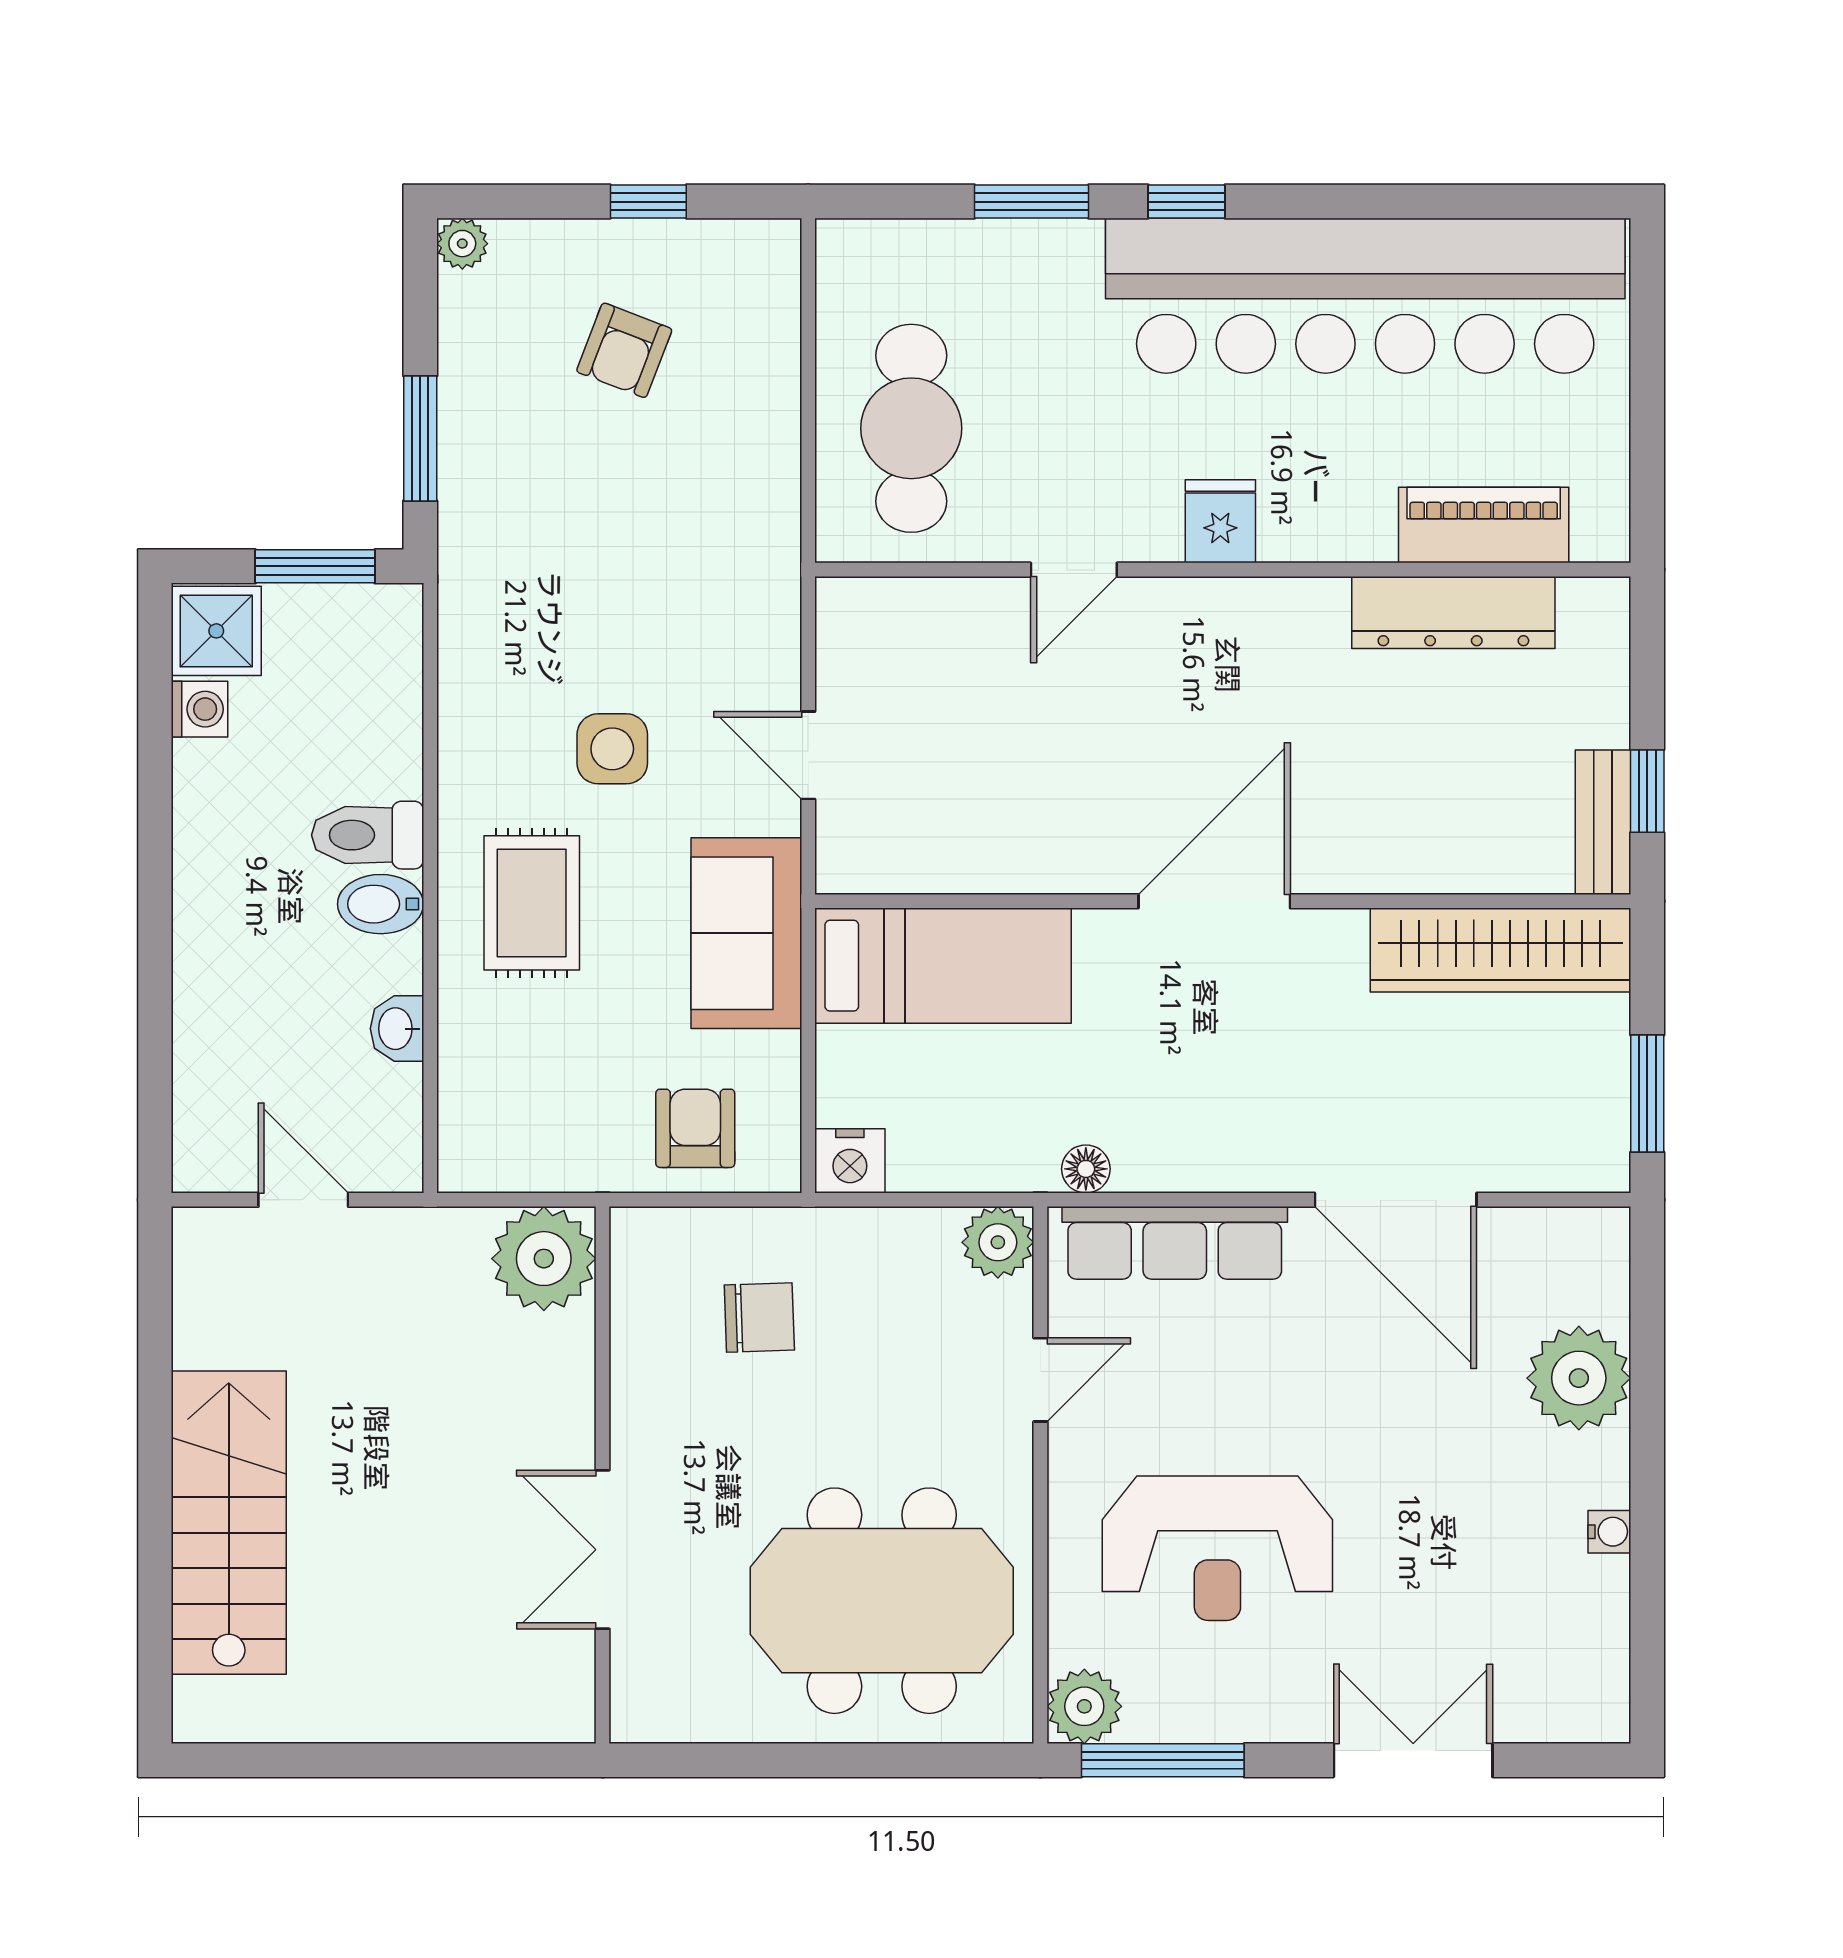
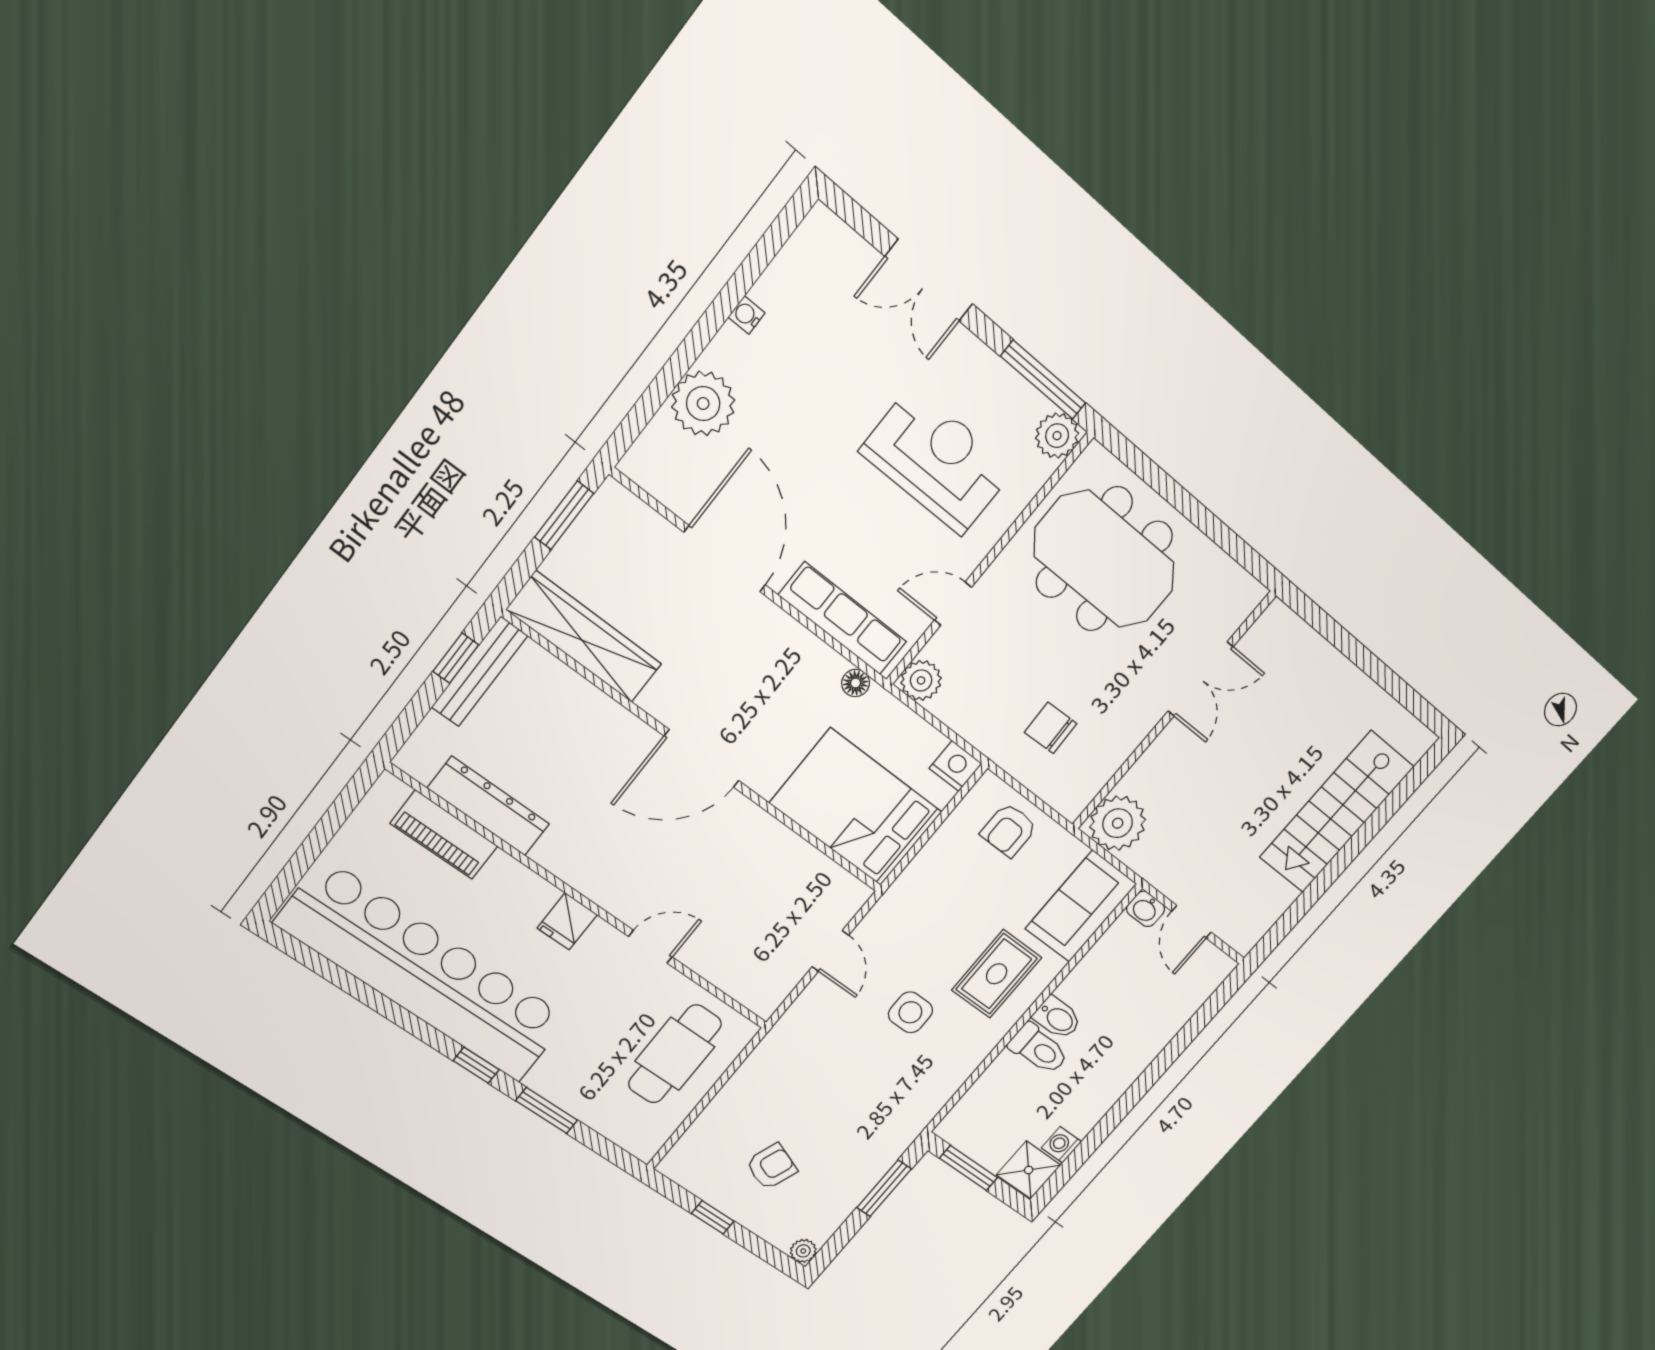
bench: (1603, 822) -> (479, 672), width x1.36
sofa: (746, 933) -> (1081, 906), moved, turned 180
bed: (943, 966) -> (856, 808), width x1.50
washbasin: (397, 1029) -> (1146, 909), moved, turned 90

